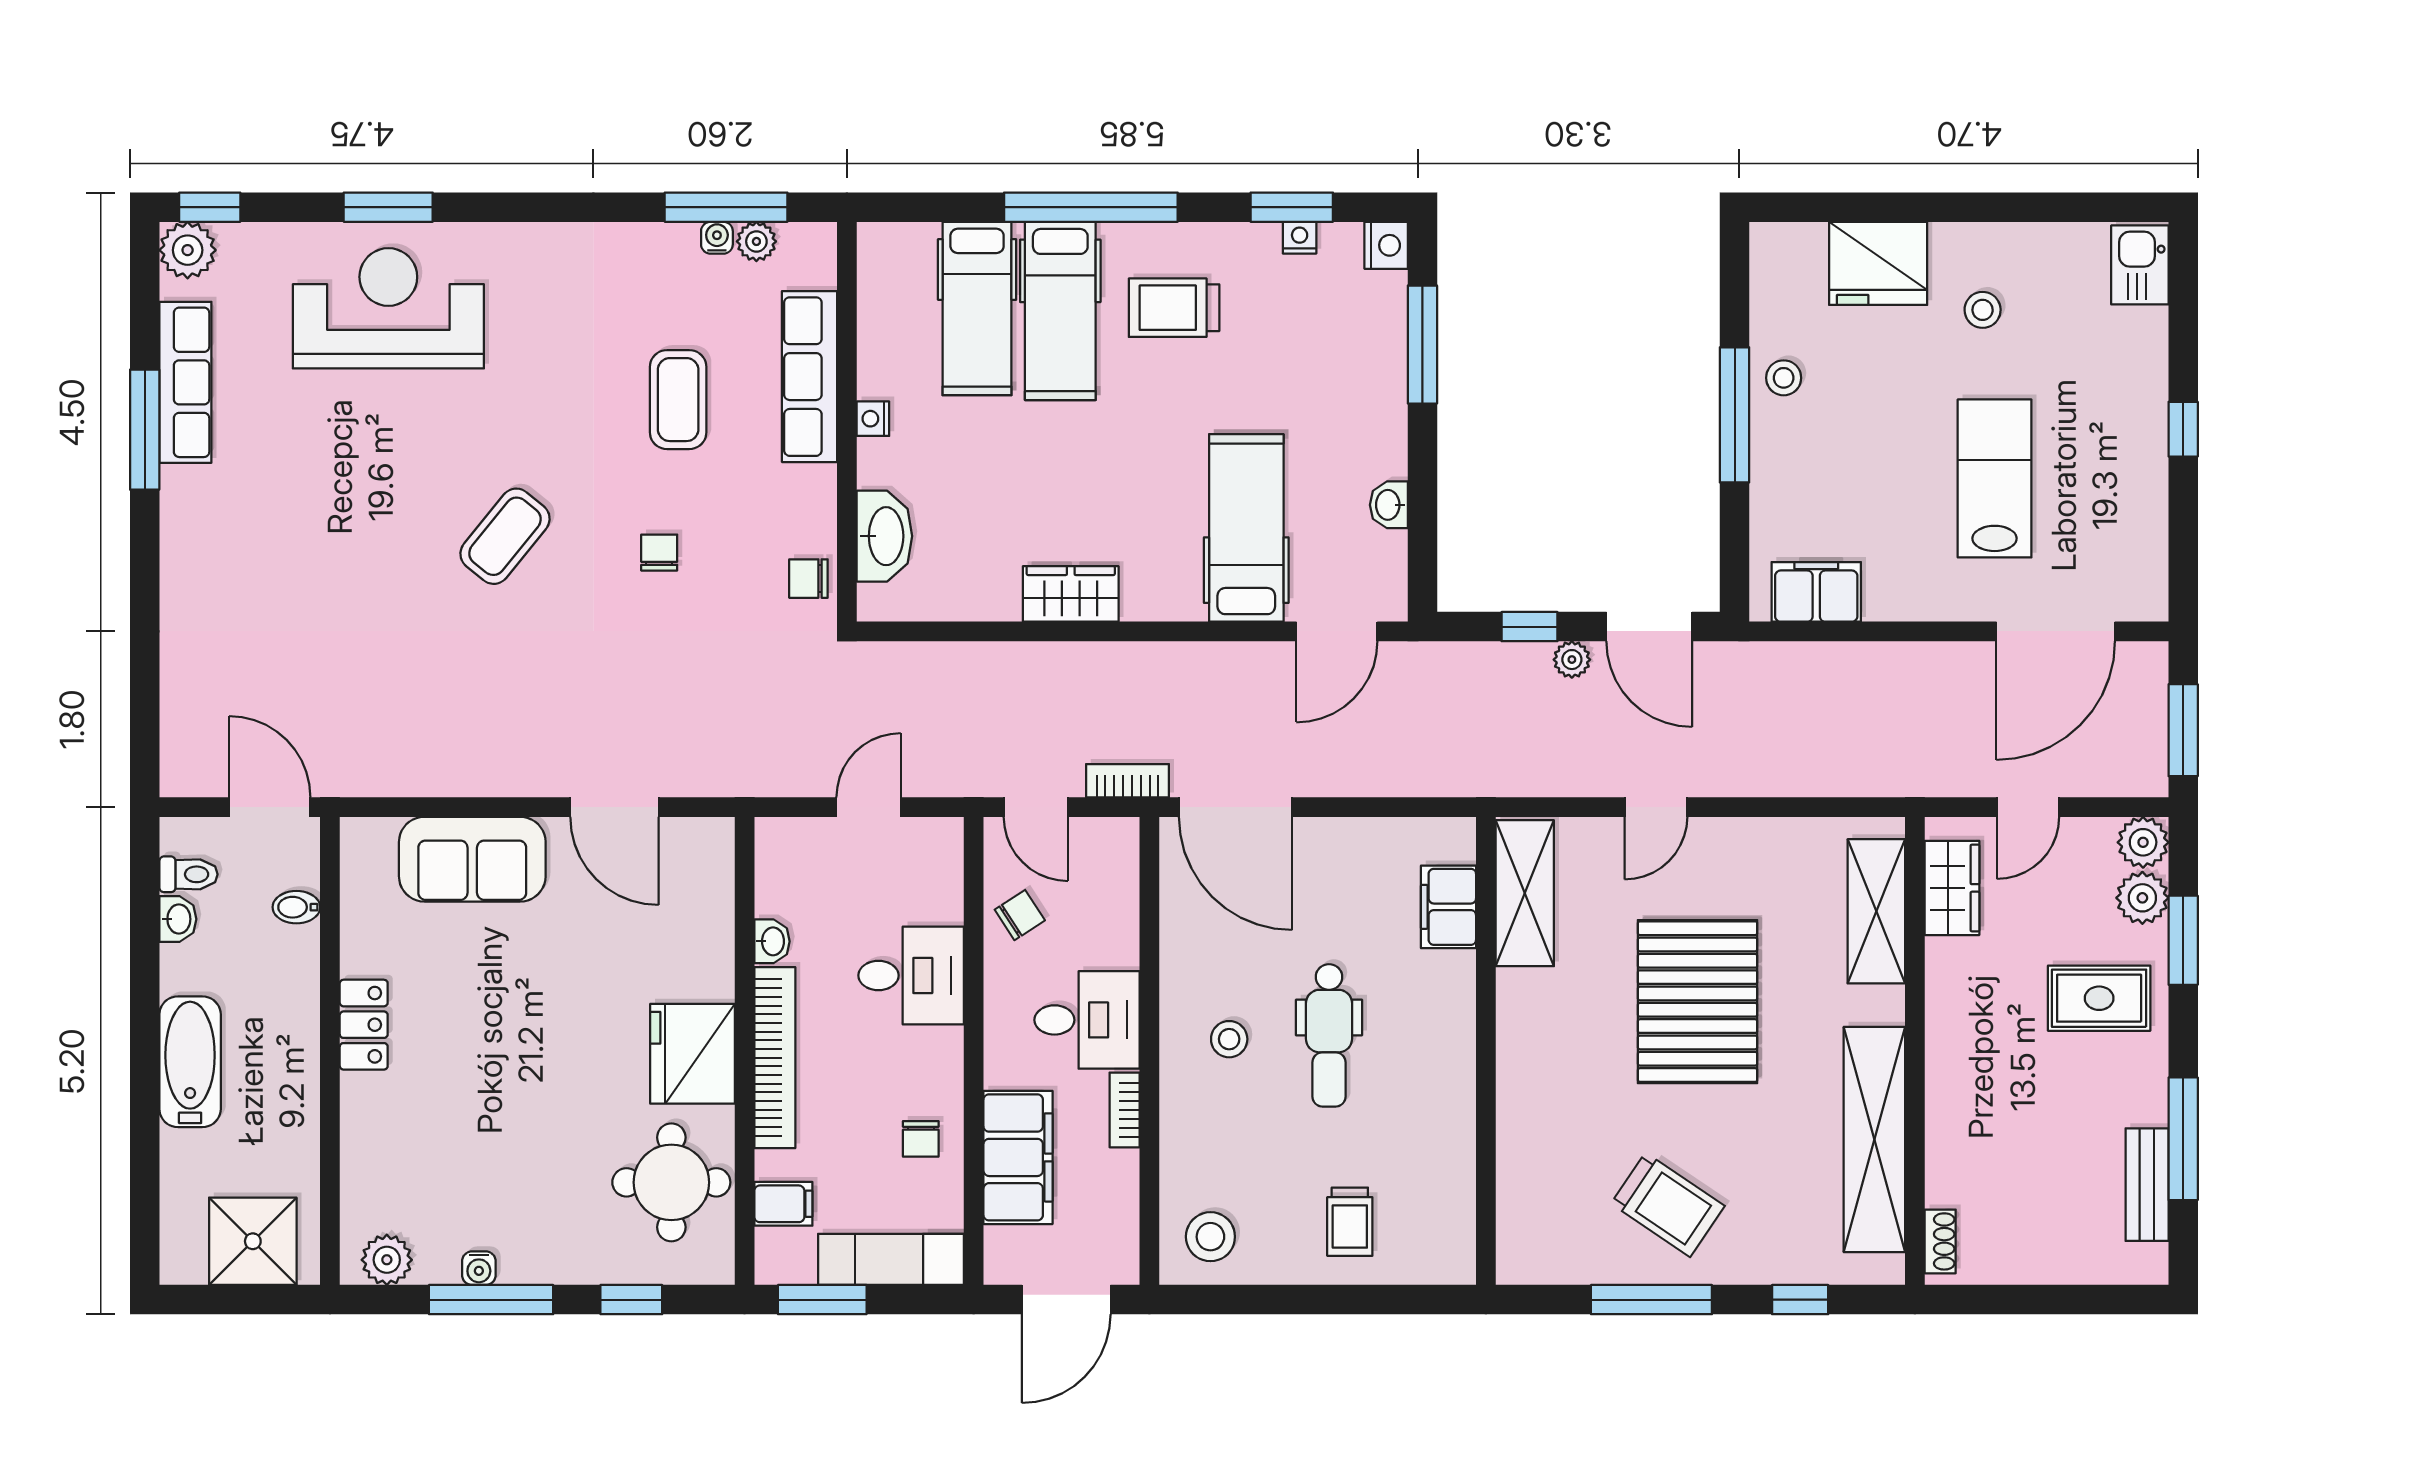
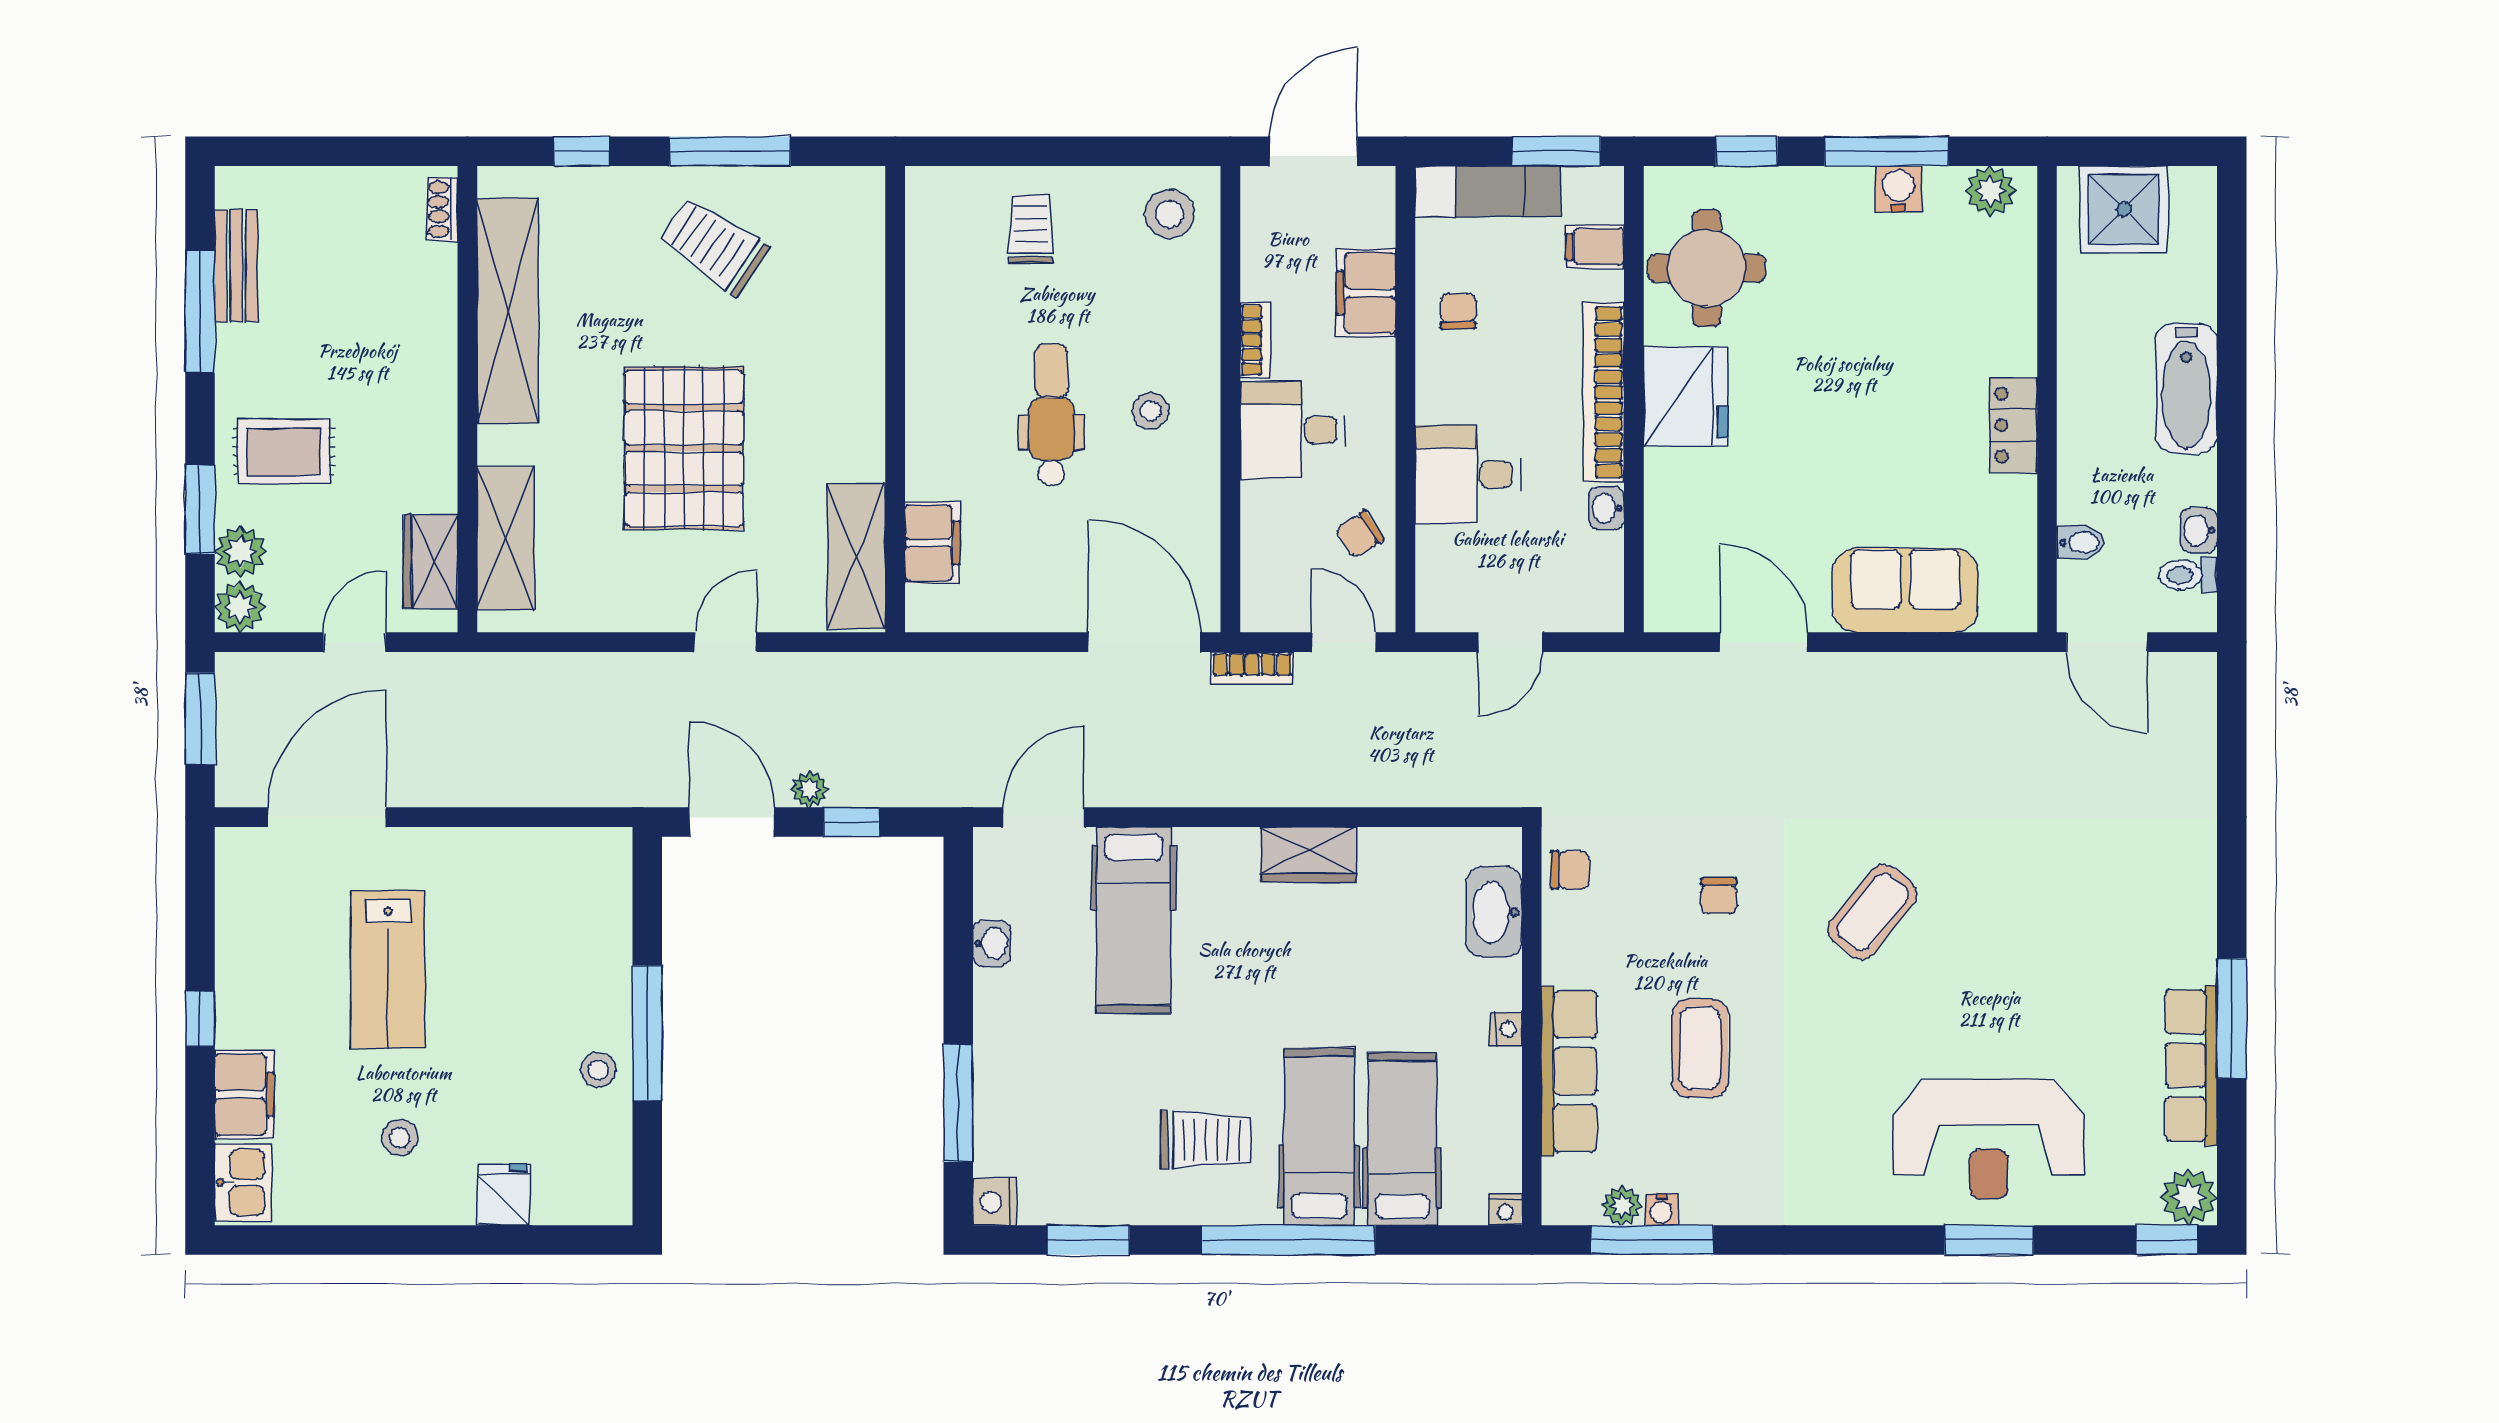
nightstand: (1300, 238) -> (1505, 1210), moved
fridge: (1878, 263) -> (504, 1194), width x0.53, depth x0.75
filing cabinet: (1816, 592) -> (244, 1095), moved, turned -90
filing cabinet: (1018, 1157) -> (1366, 293), width x0.67, depth x0.86
water cooler: (479, 1268) -> (1899, 189), width x1.38, depth x1.38

